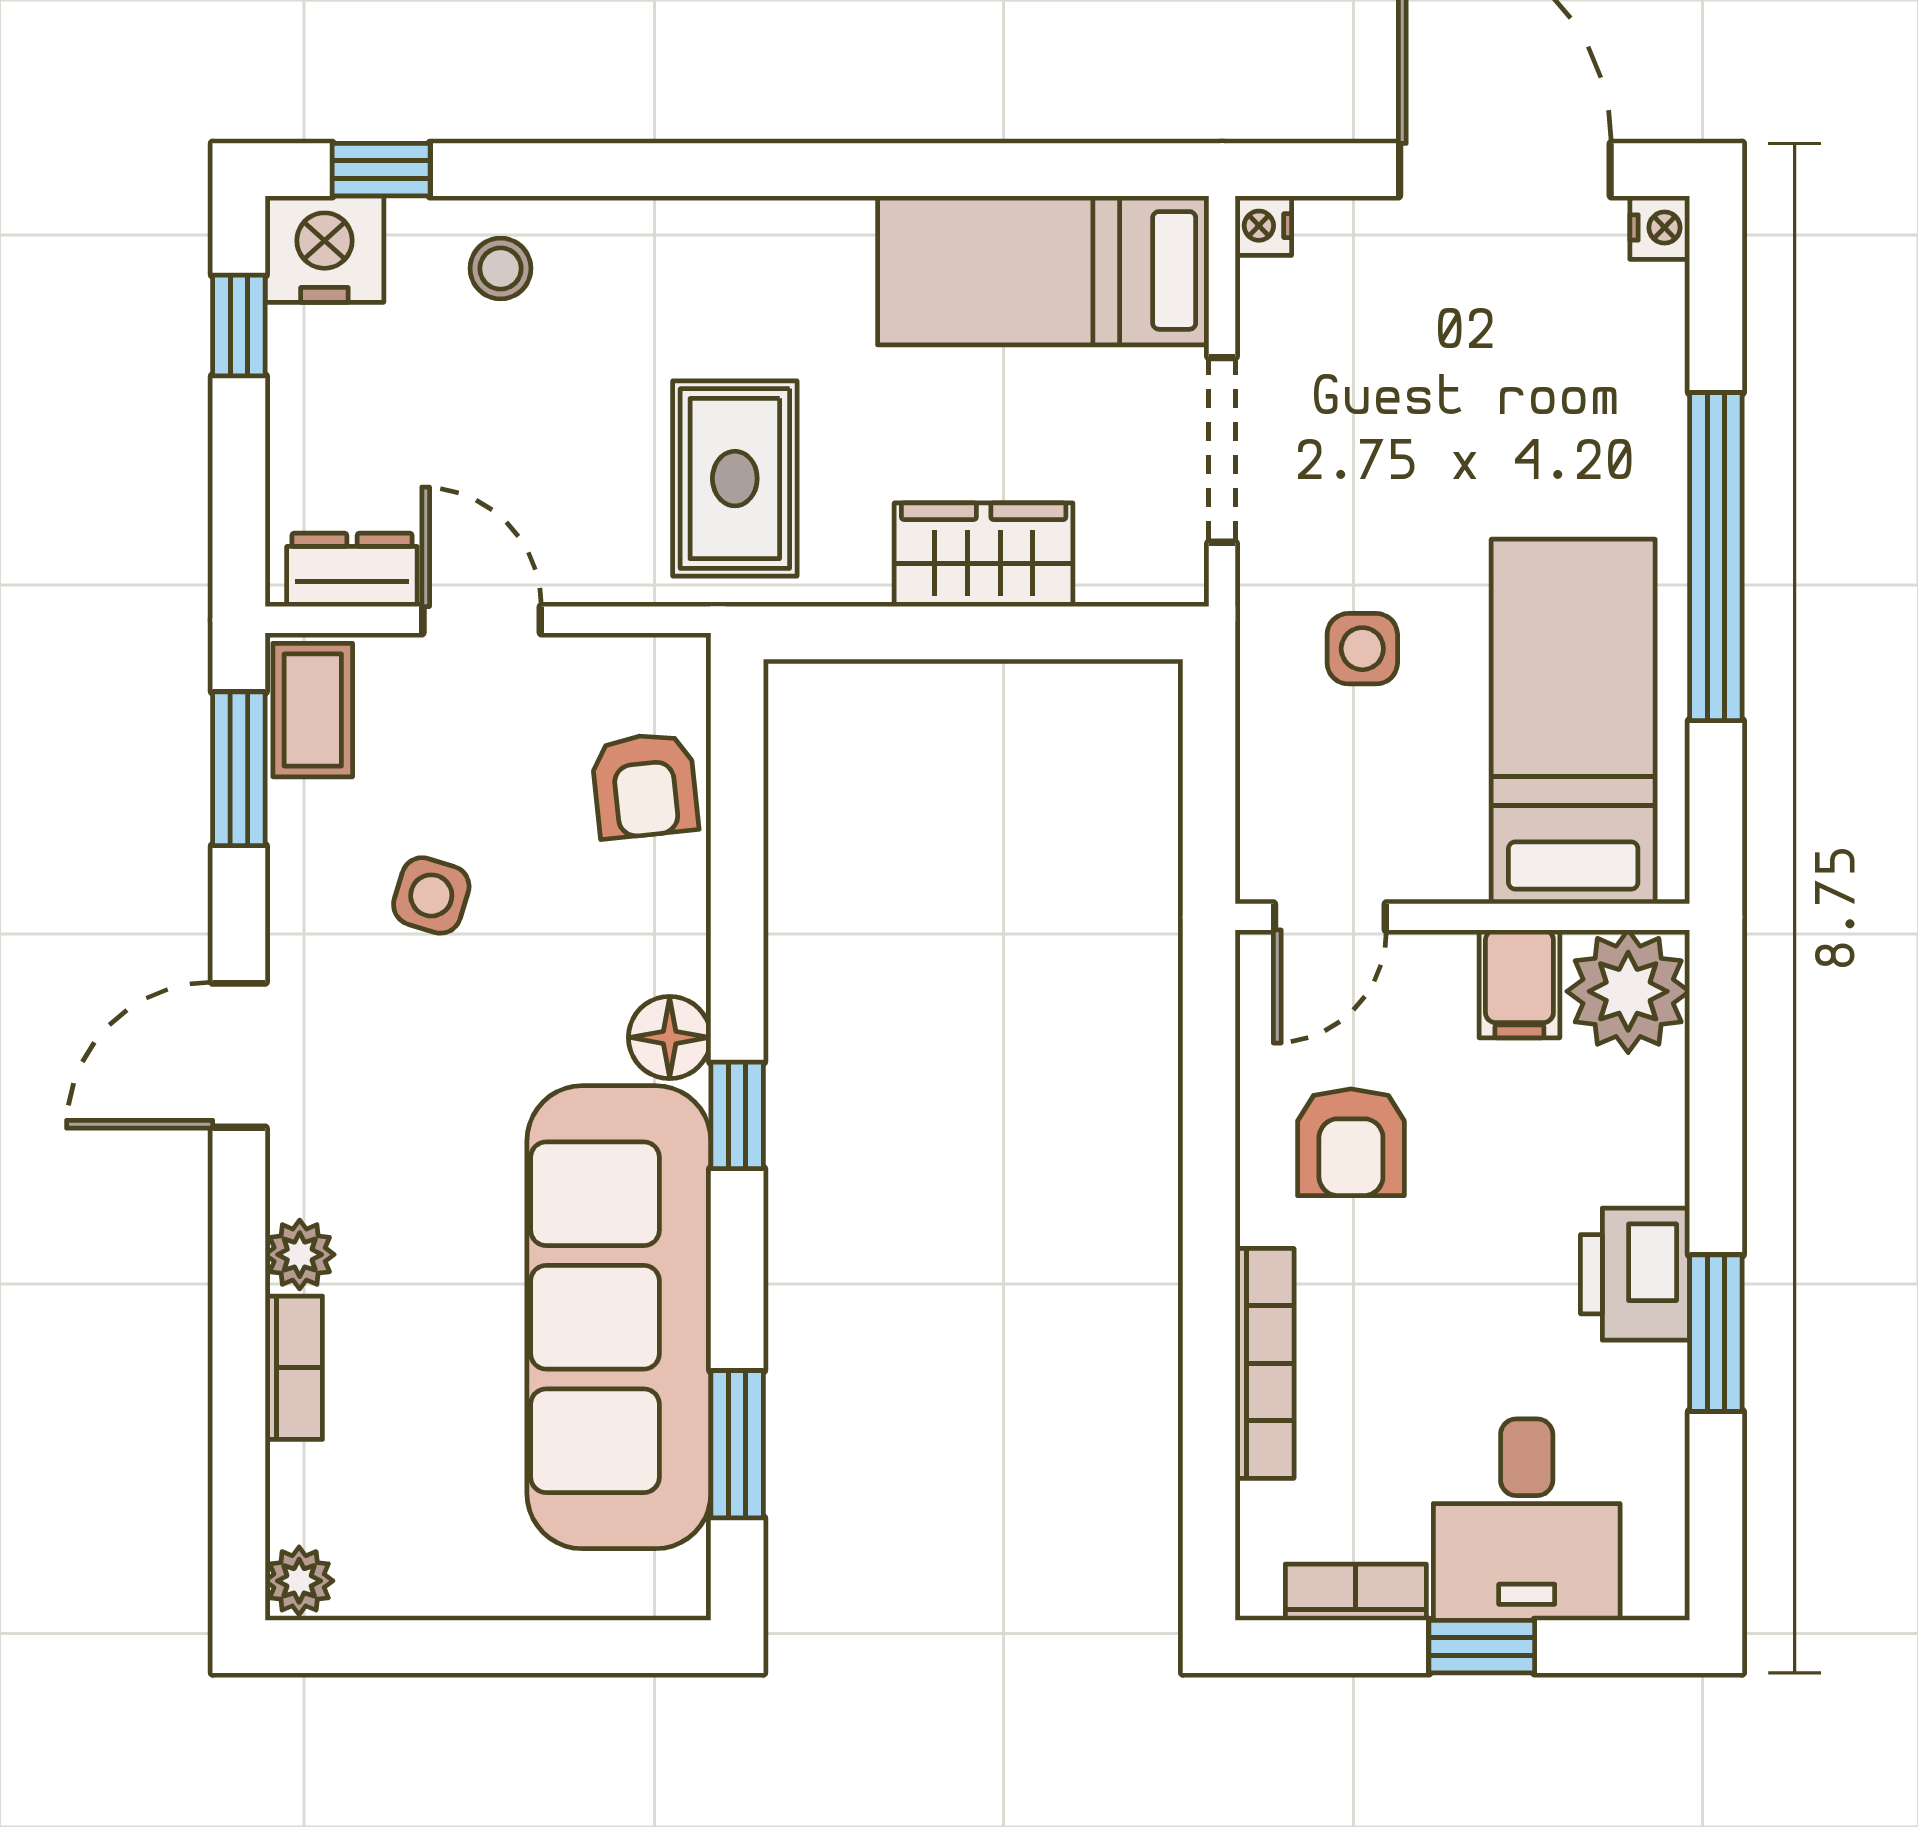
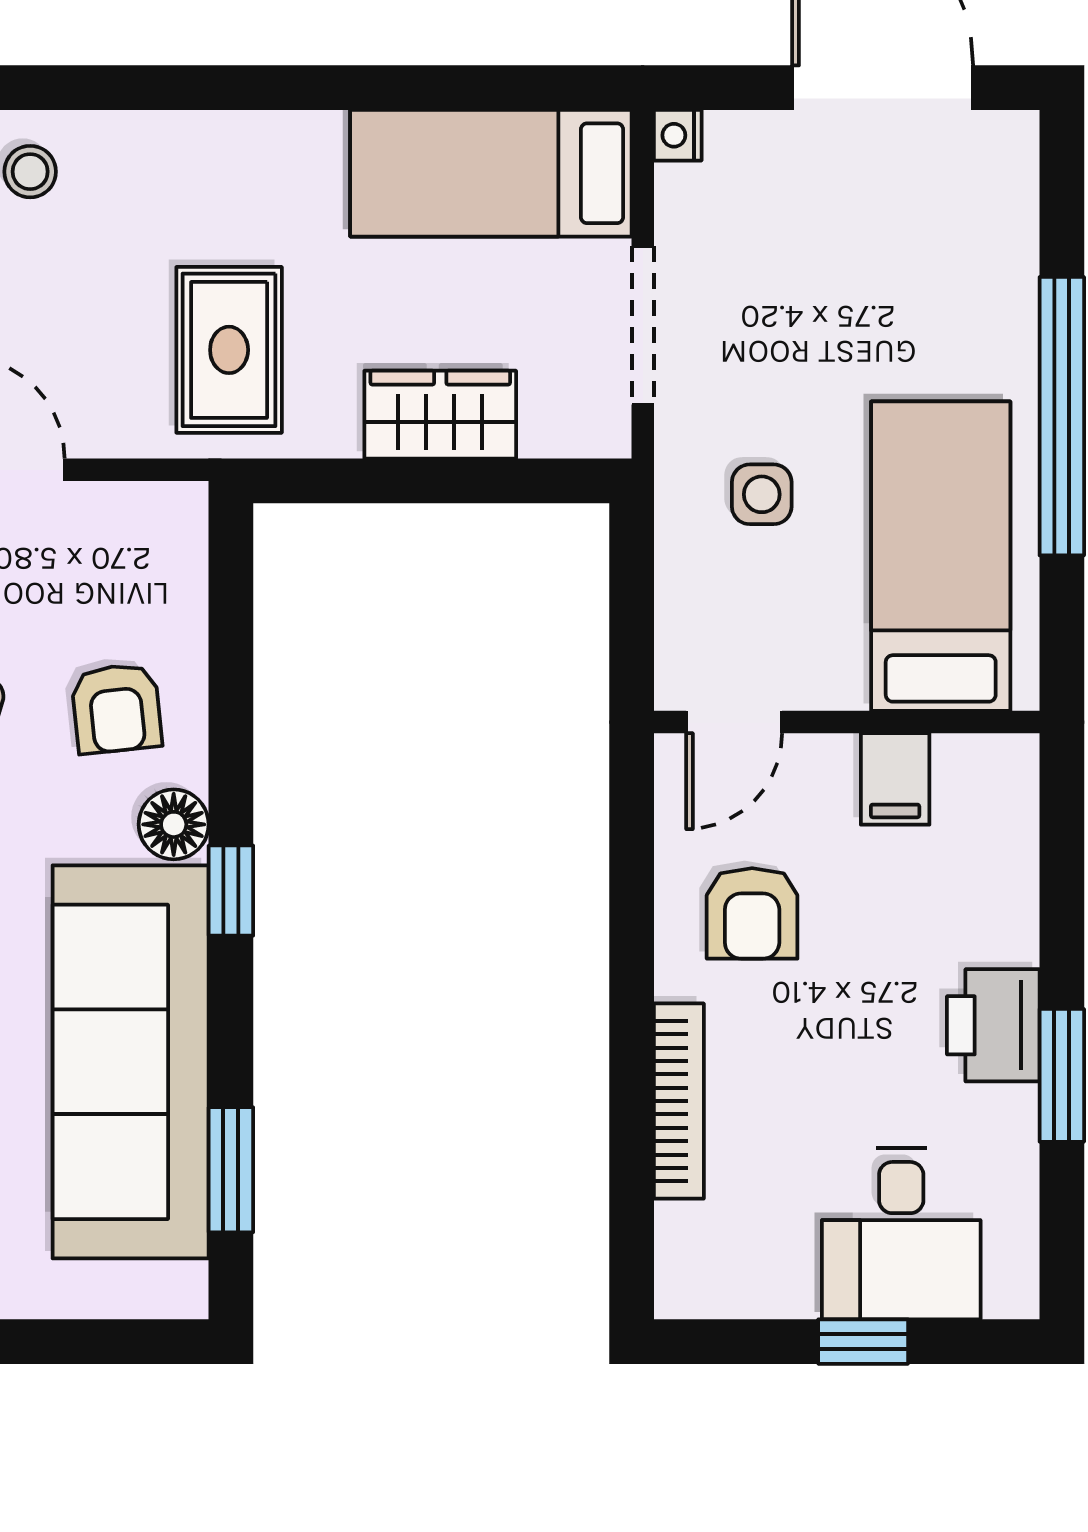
nightstand: (1660, 228) -> (1014, 137), removed
armchair: (645, 785) -> (116, 708), moved
plant: (1628, 991) -> (987, 785), removed
bookcase: (1356, 1592) -> (756, 1295), removed

